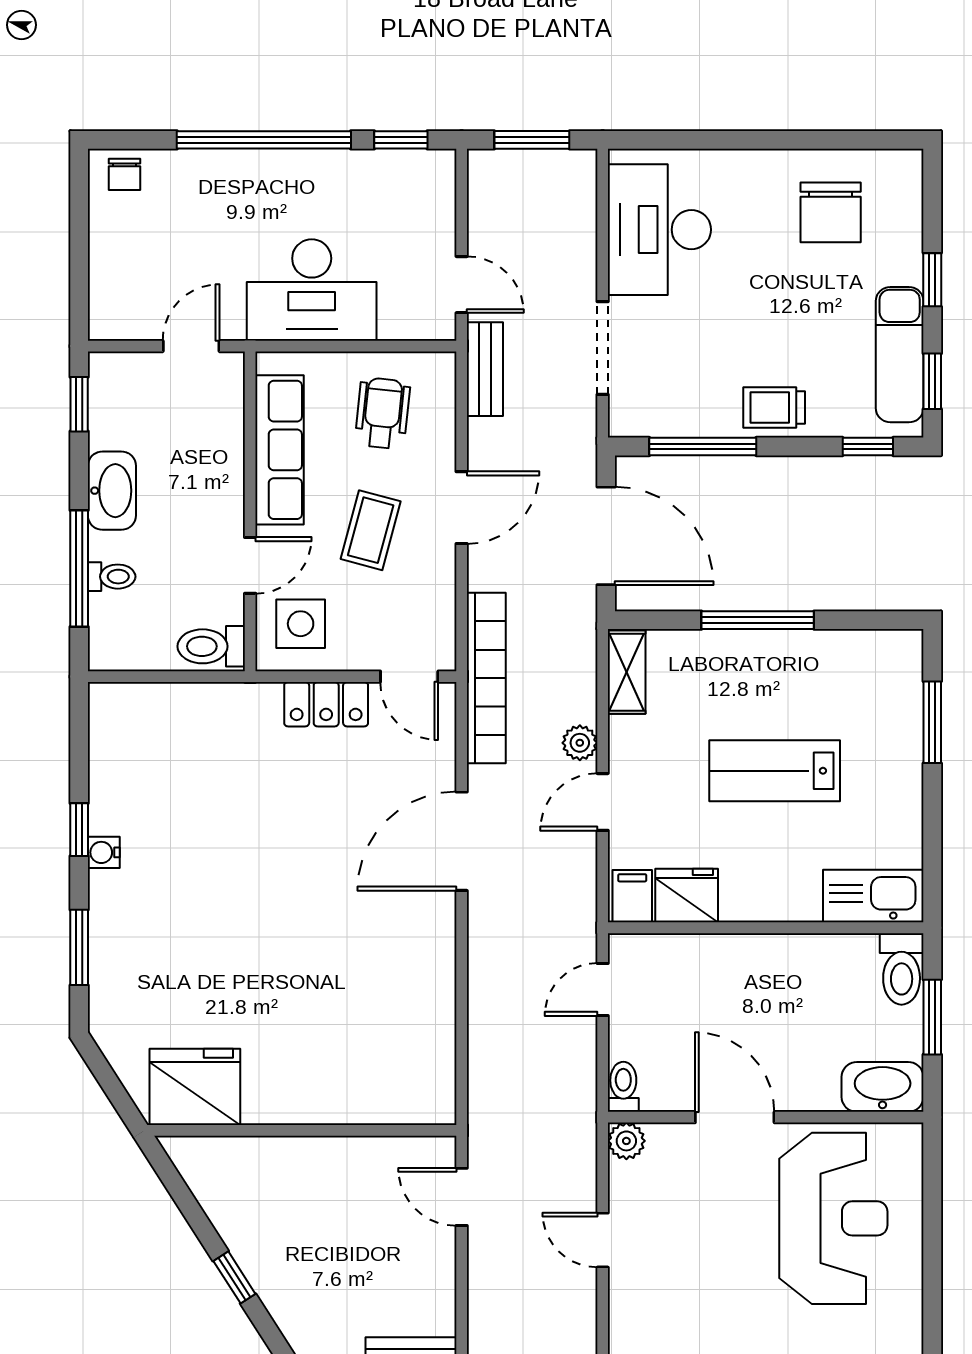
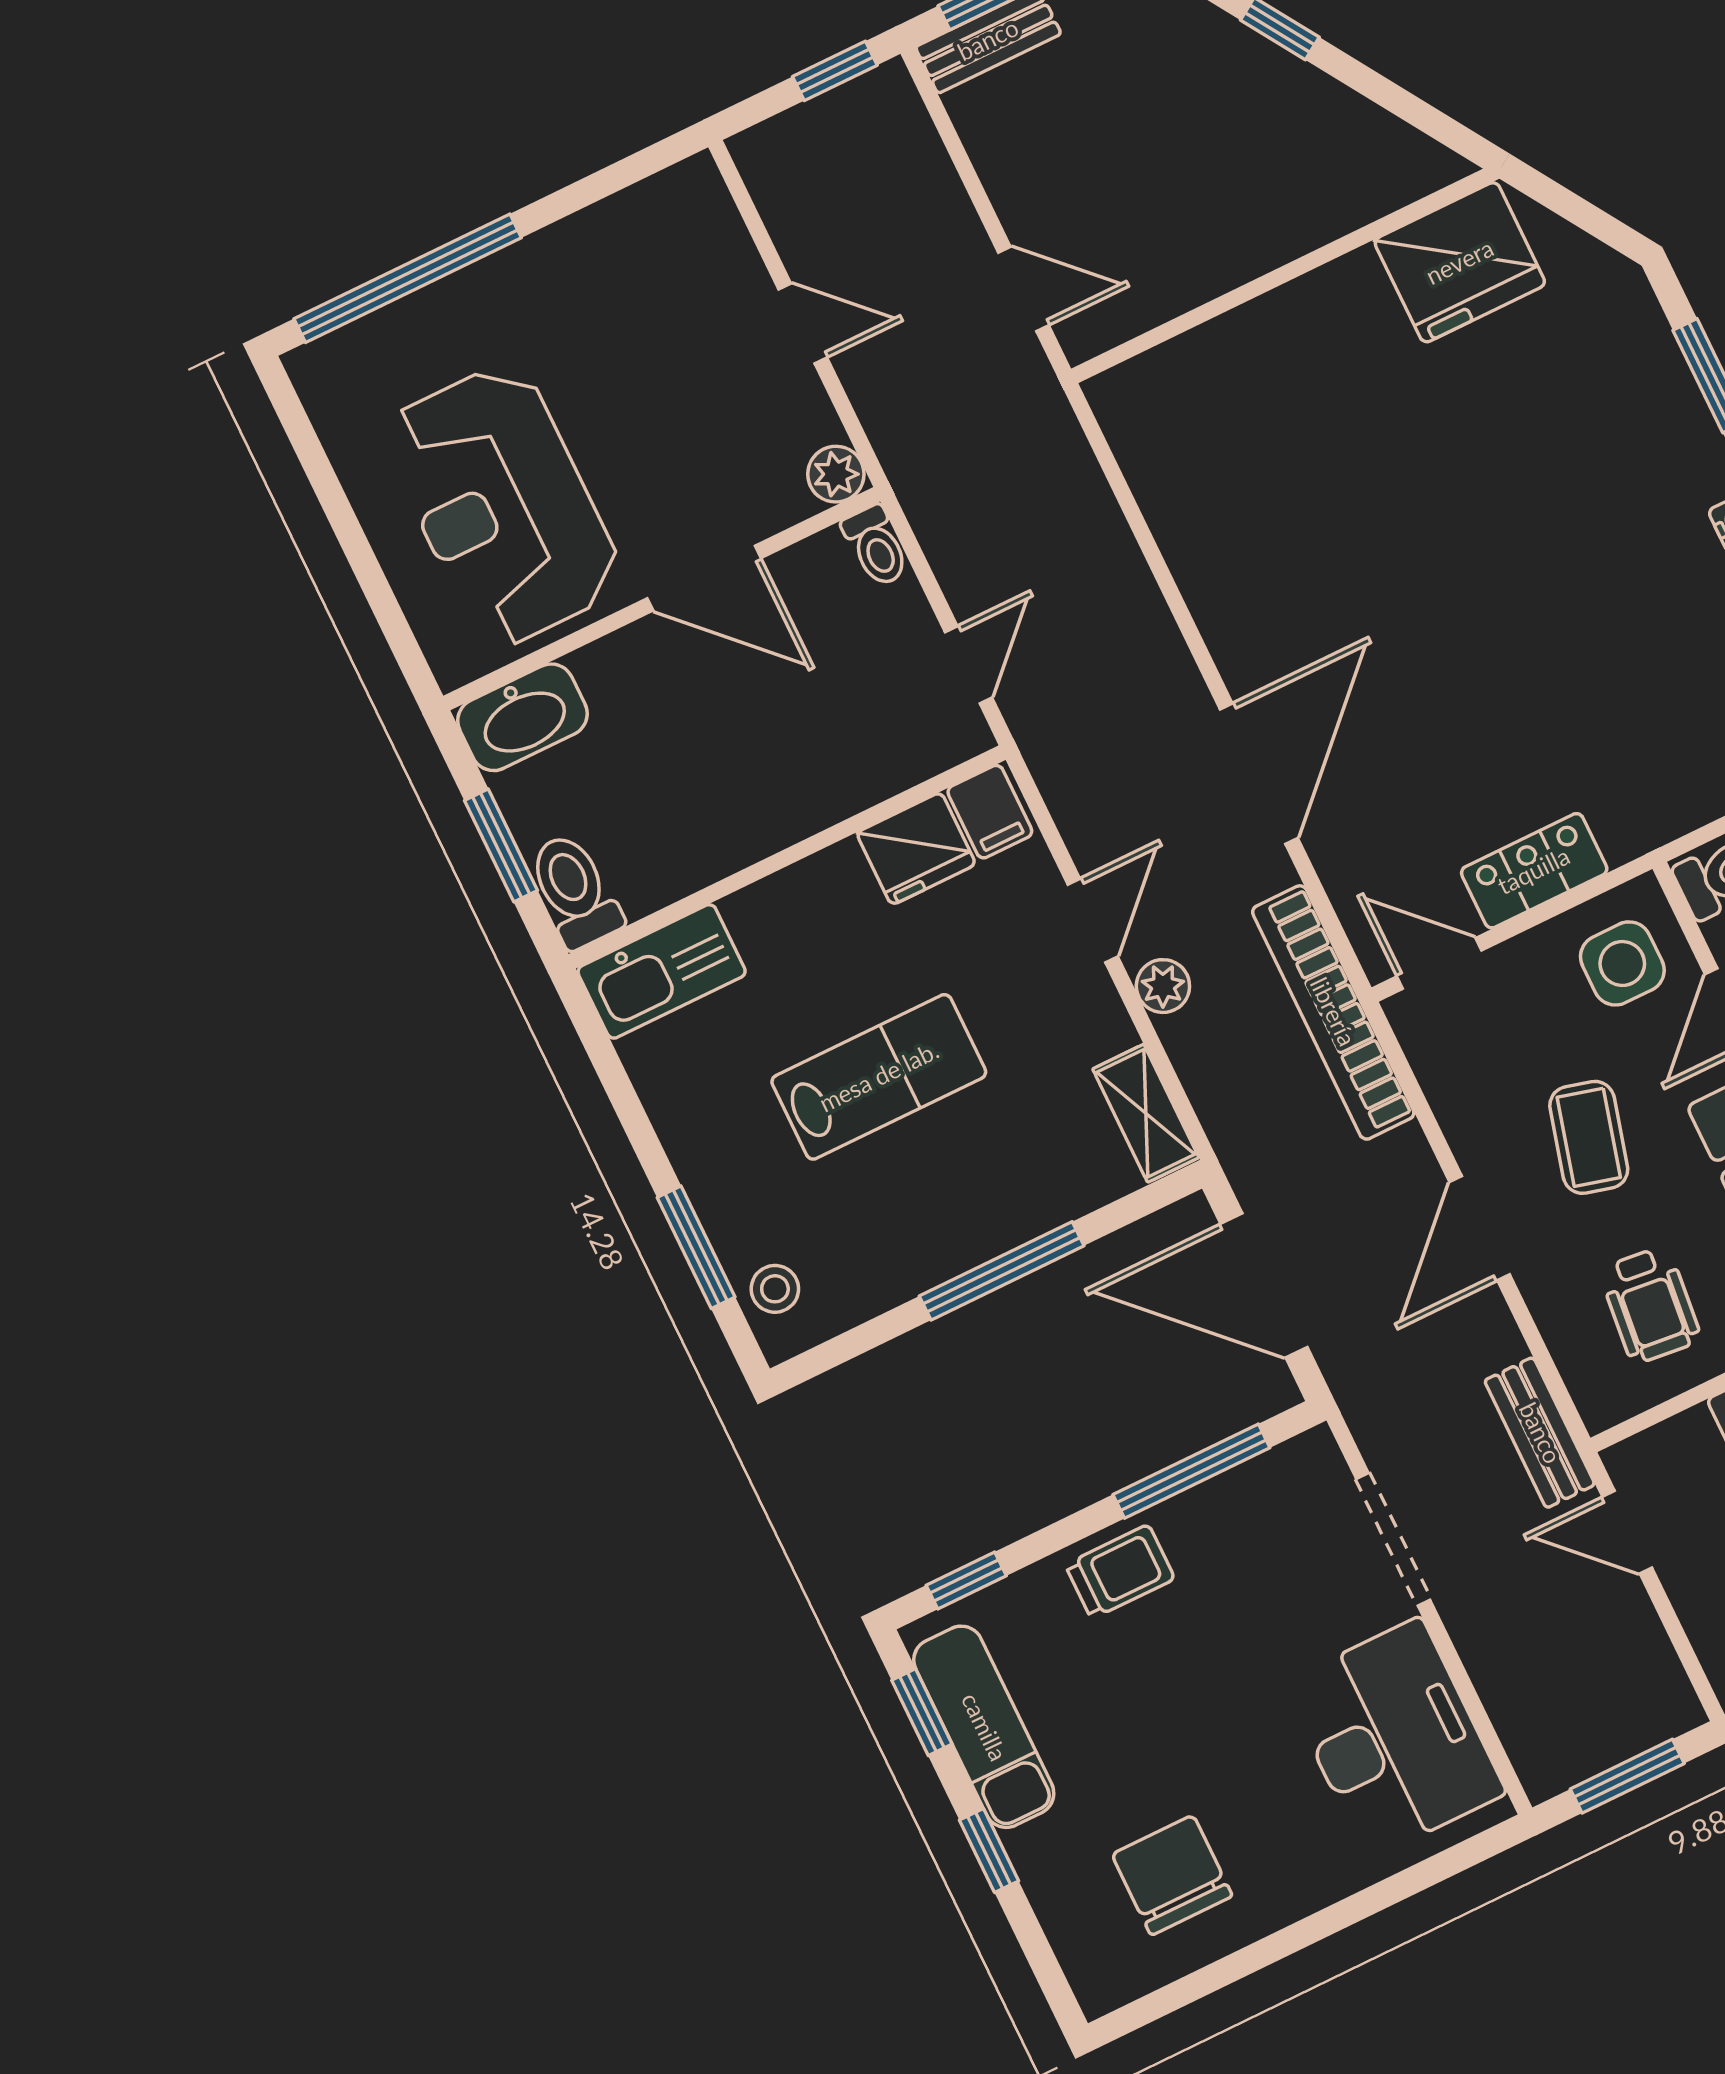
stool: (897, 675) -> (775, 1289), added

